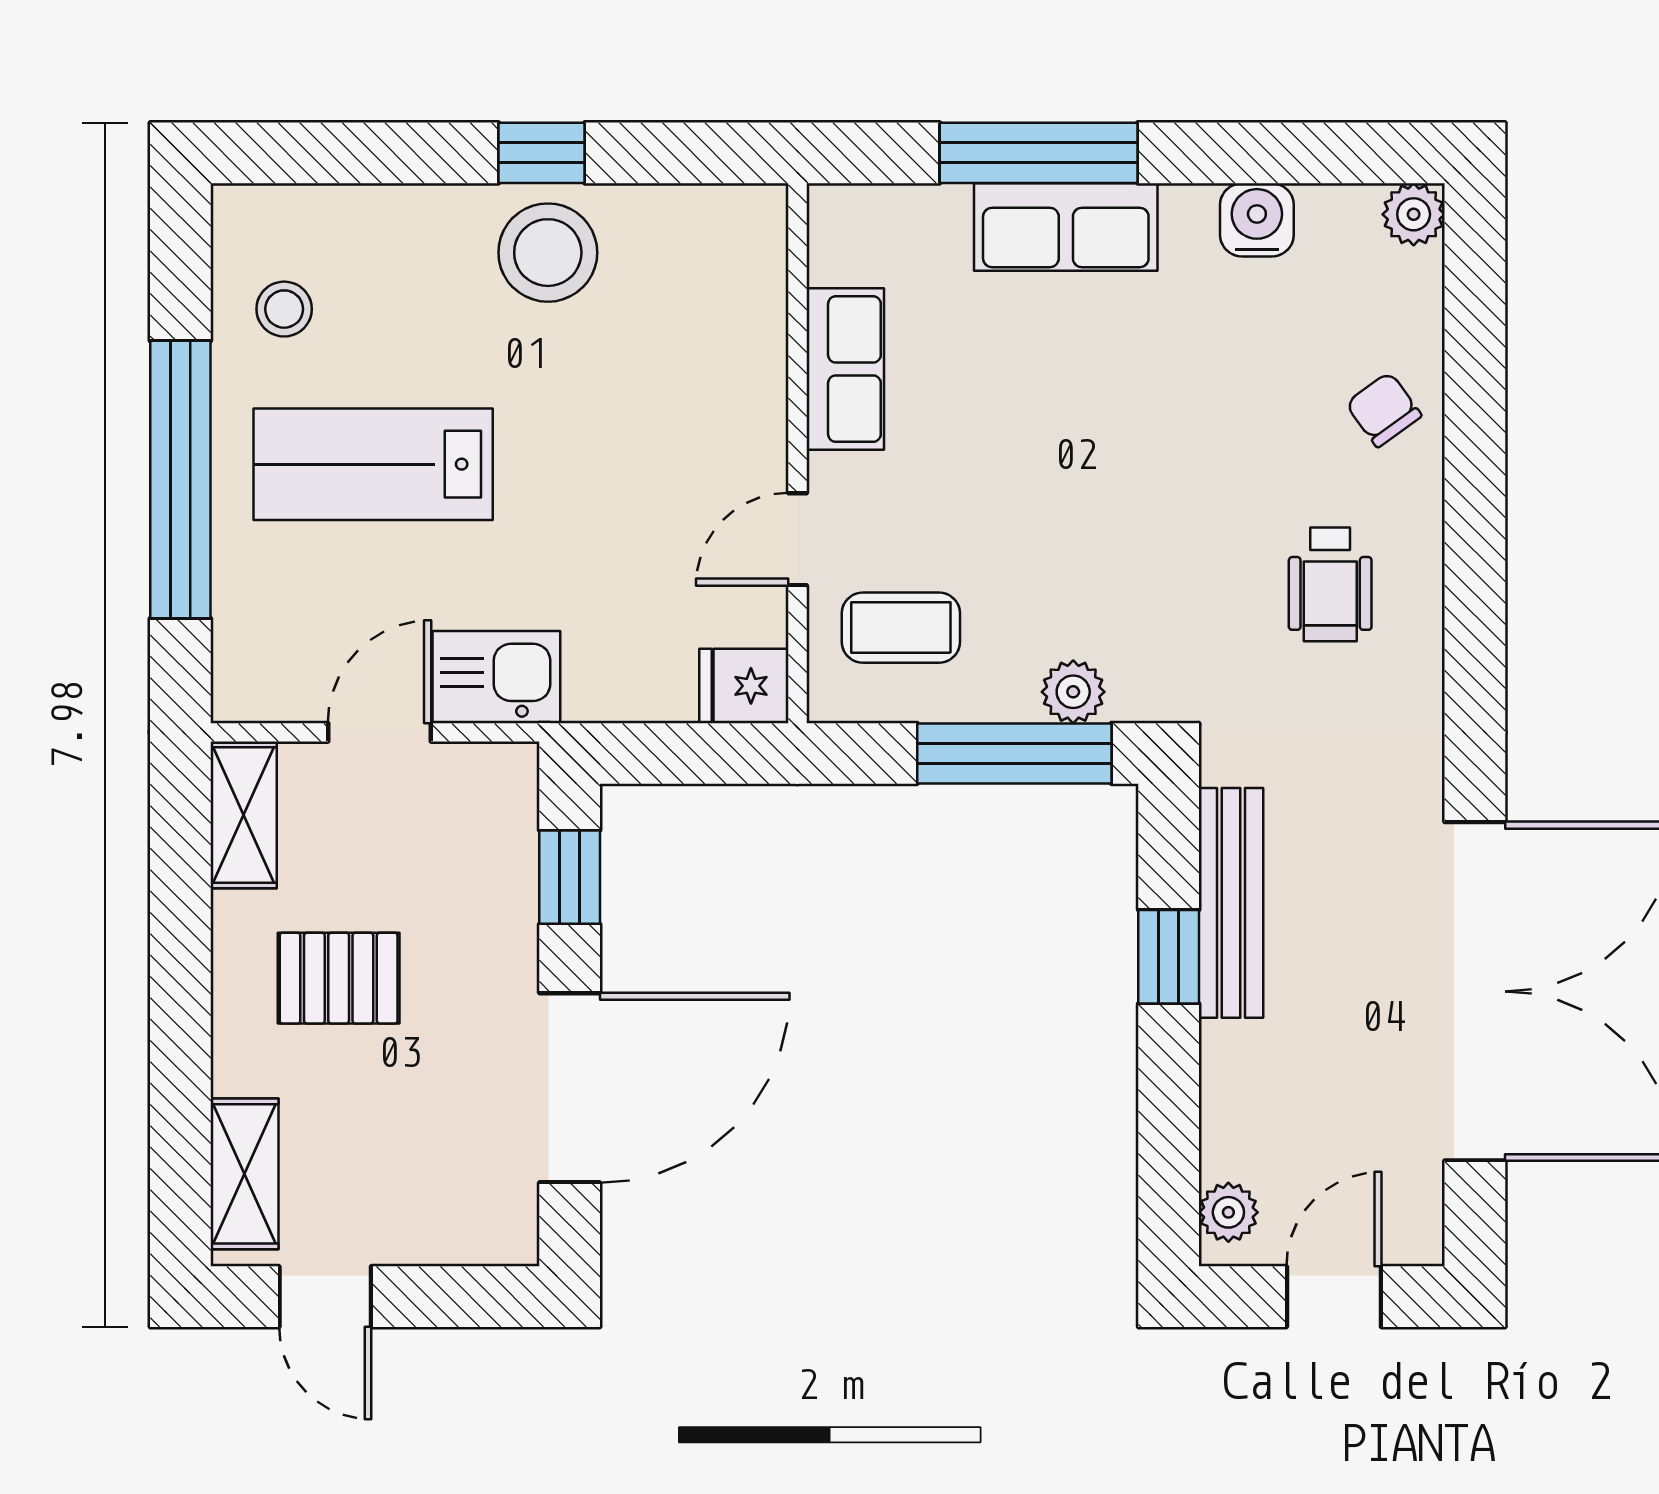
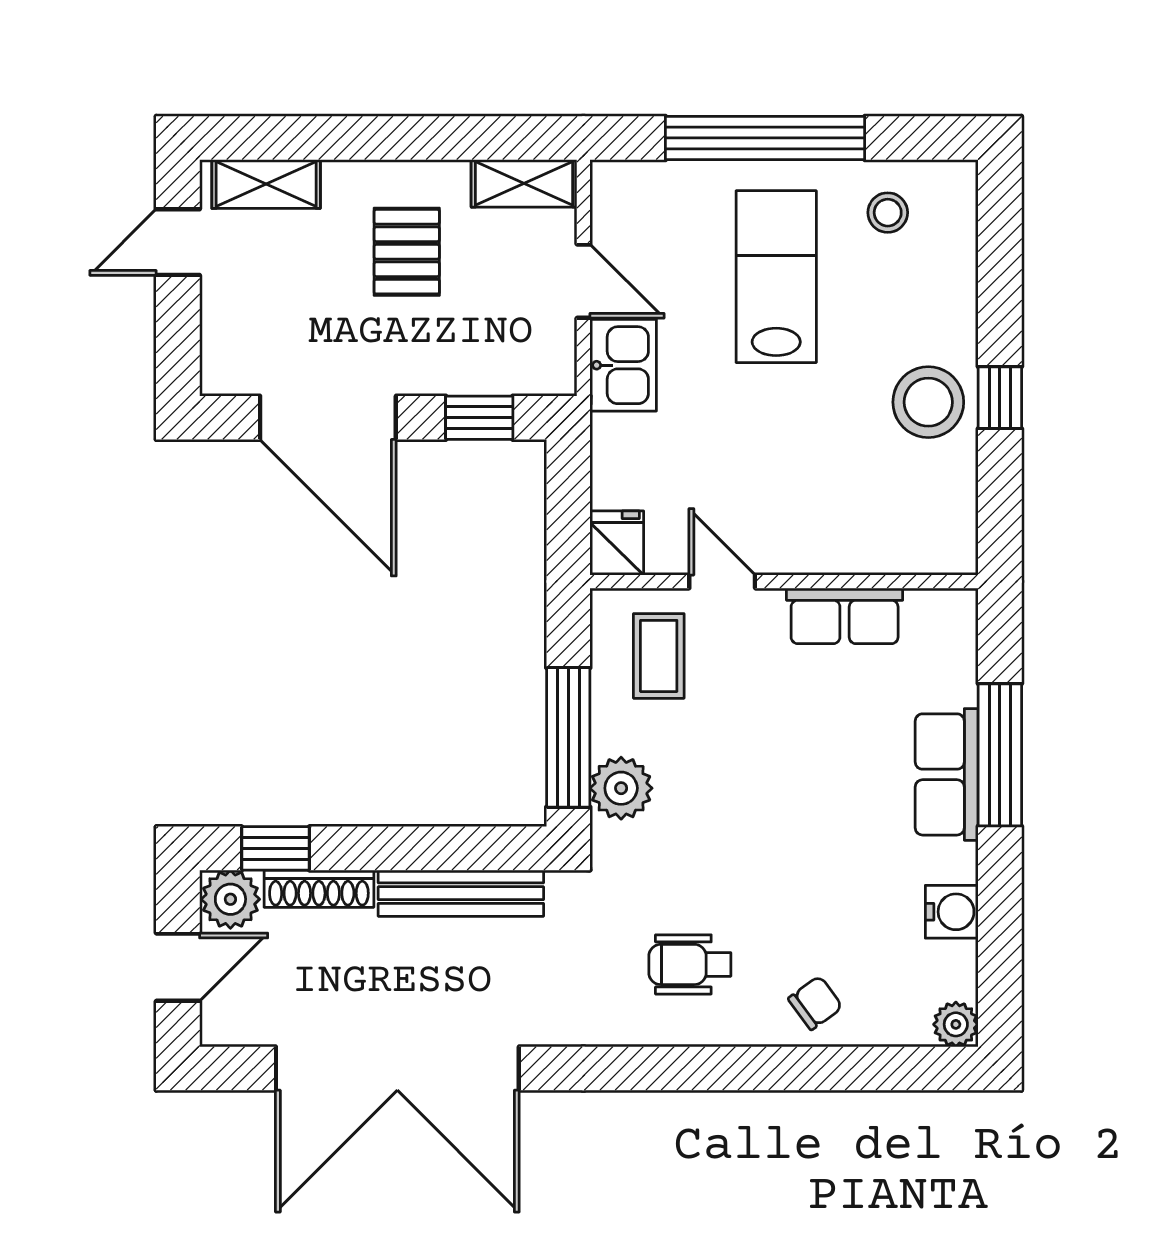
plant: (1073, 692) -> (621, 788), width x1.38, depth x1.38
window: (1169, 957) -> (276, 848), moved
shoe rack: (1225, 1100) -> (319, 889), added
plant: (1228, 1212) -> (230, 899), width x1.38, depth x1.38
door: (1334, 1297) -> (178, 967), hinge flipped

